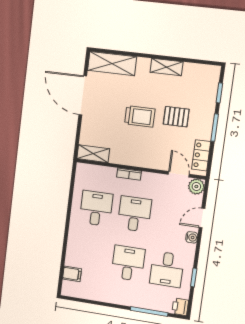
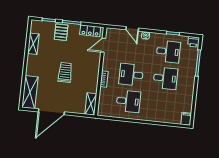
shelving: (167, 67) -> (33, 44), moved
pallet: (176, 117) -> (61, 32), moved
plant: (196, 187) -> (111, 33), removed
desk: (96, 208) -> (128, 101), turned 180
desk: (128, 263) -> (165, 78), turned 180
filing cabinet: (72, 274) -> (186, 119), moved

